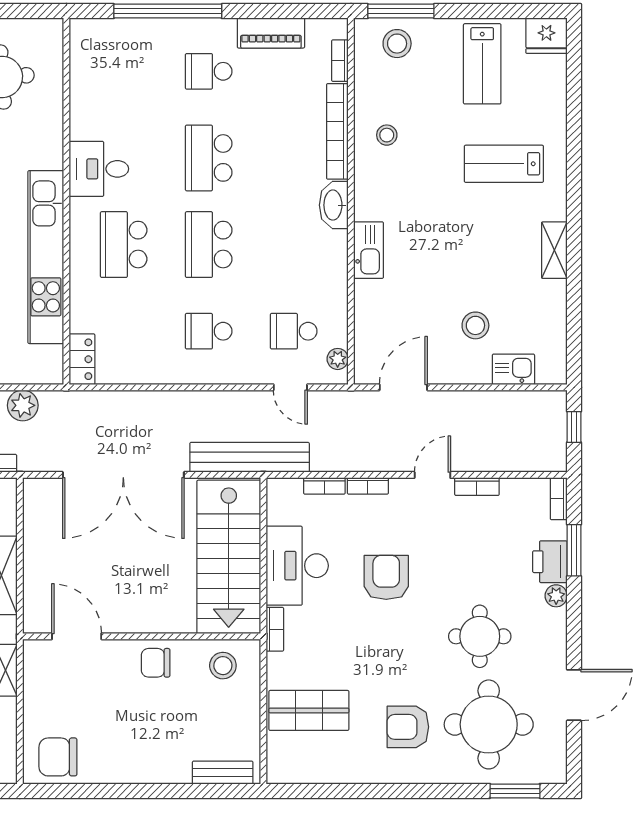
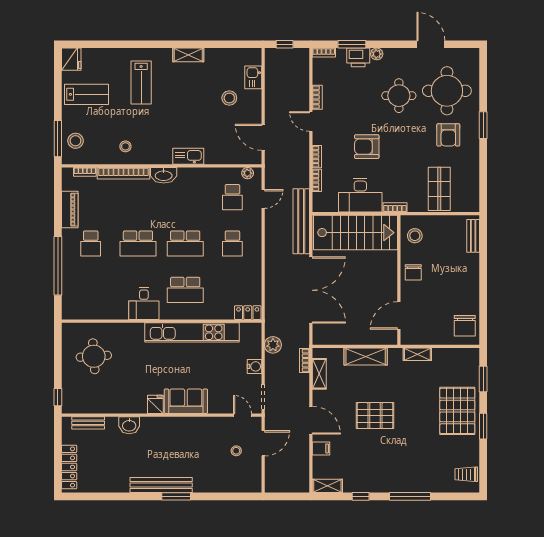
window: (515, 791) -> (483, 125), moved

